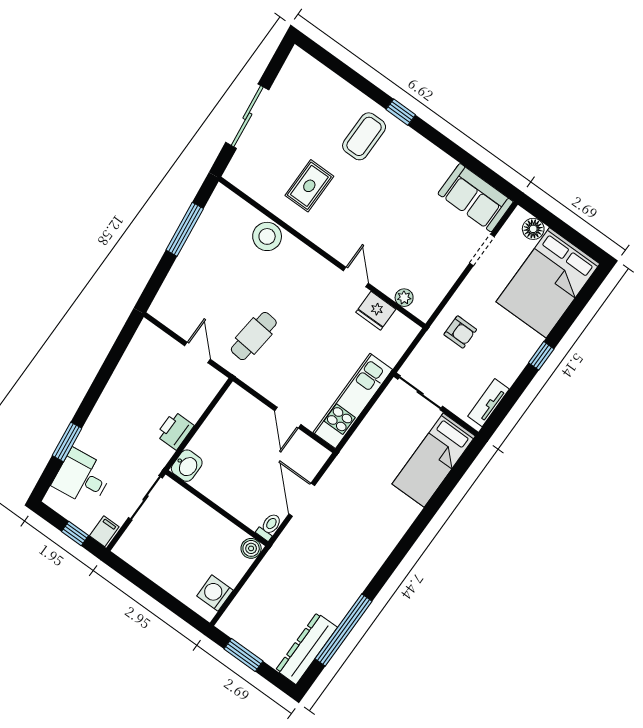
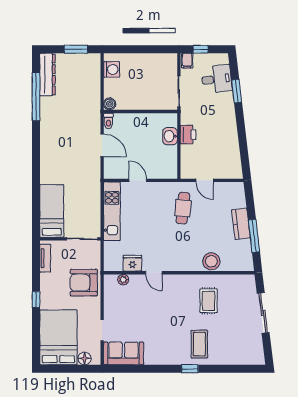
kitchen counter: (191, 258) -> (241, 224), added
armchair: (460, 332) -> (84, 283), width x1.88, depth x1.88
washbasin: (187, 466) -> (170, 136), moved

